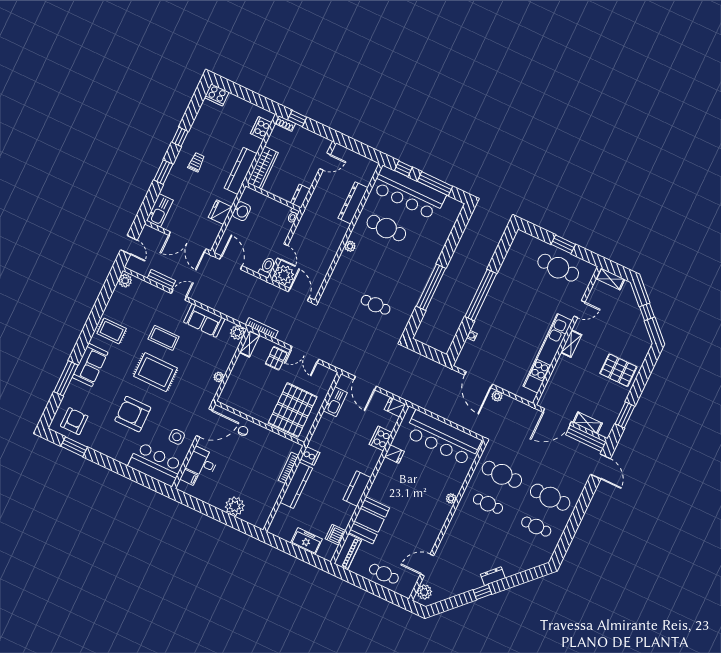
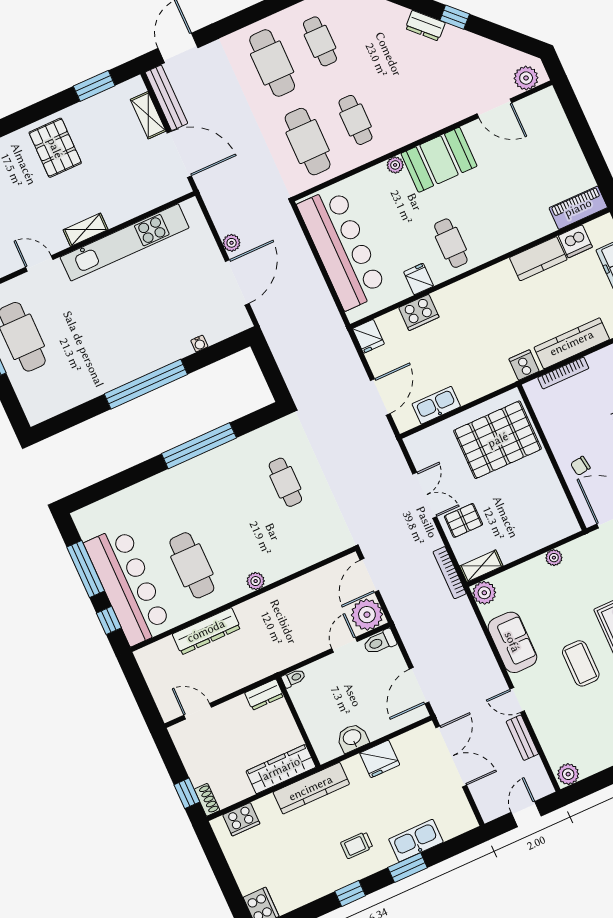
kitchen sink: (160, 210) -> (416, 841), moved
kitchen counter: (357, 489) -> (538, 259), moved
booth: (369, 520) -> (439, 160), moved
cafe table: (384, 574) -> (451, 243), moved

